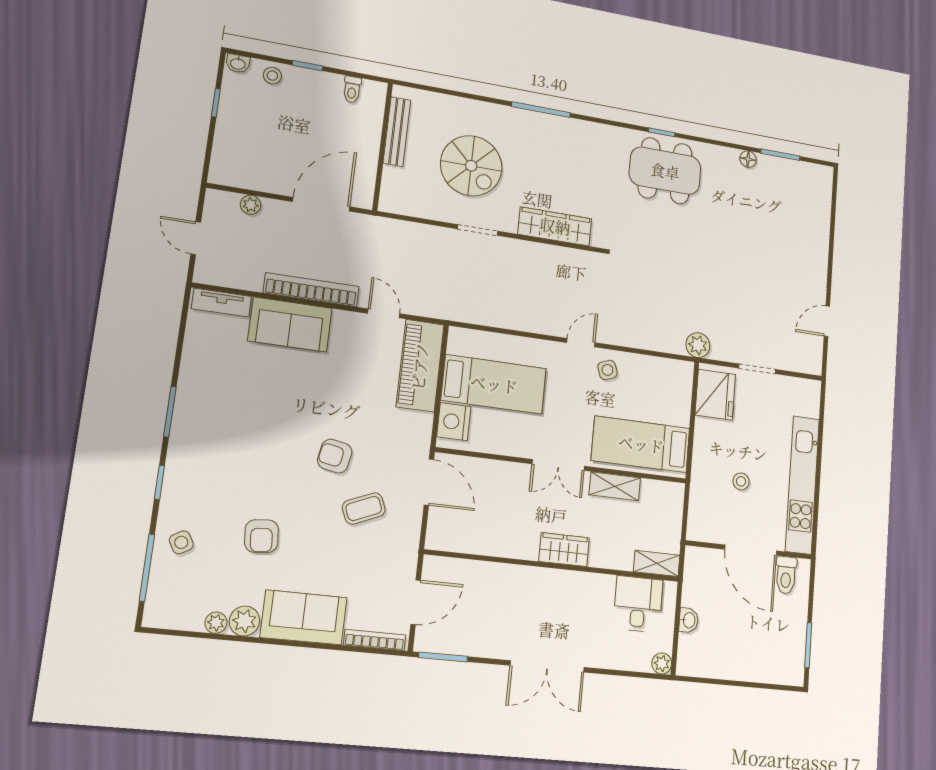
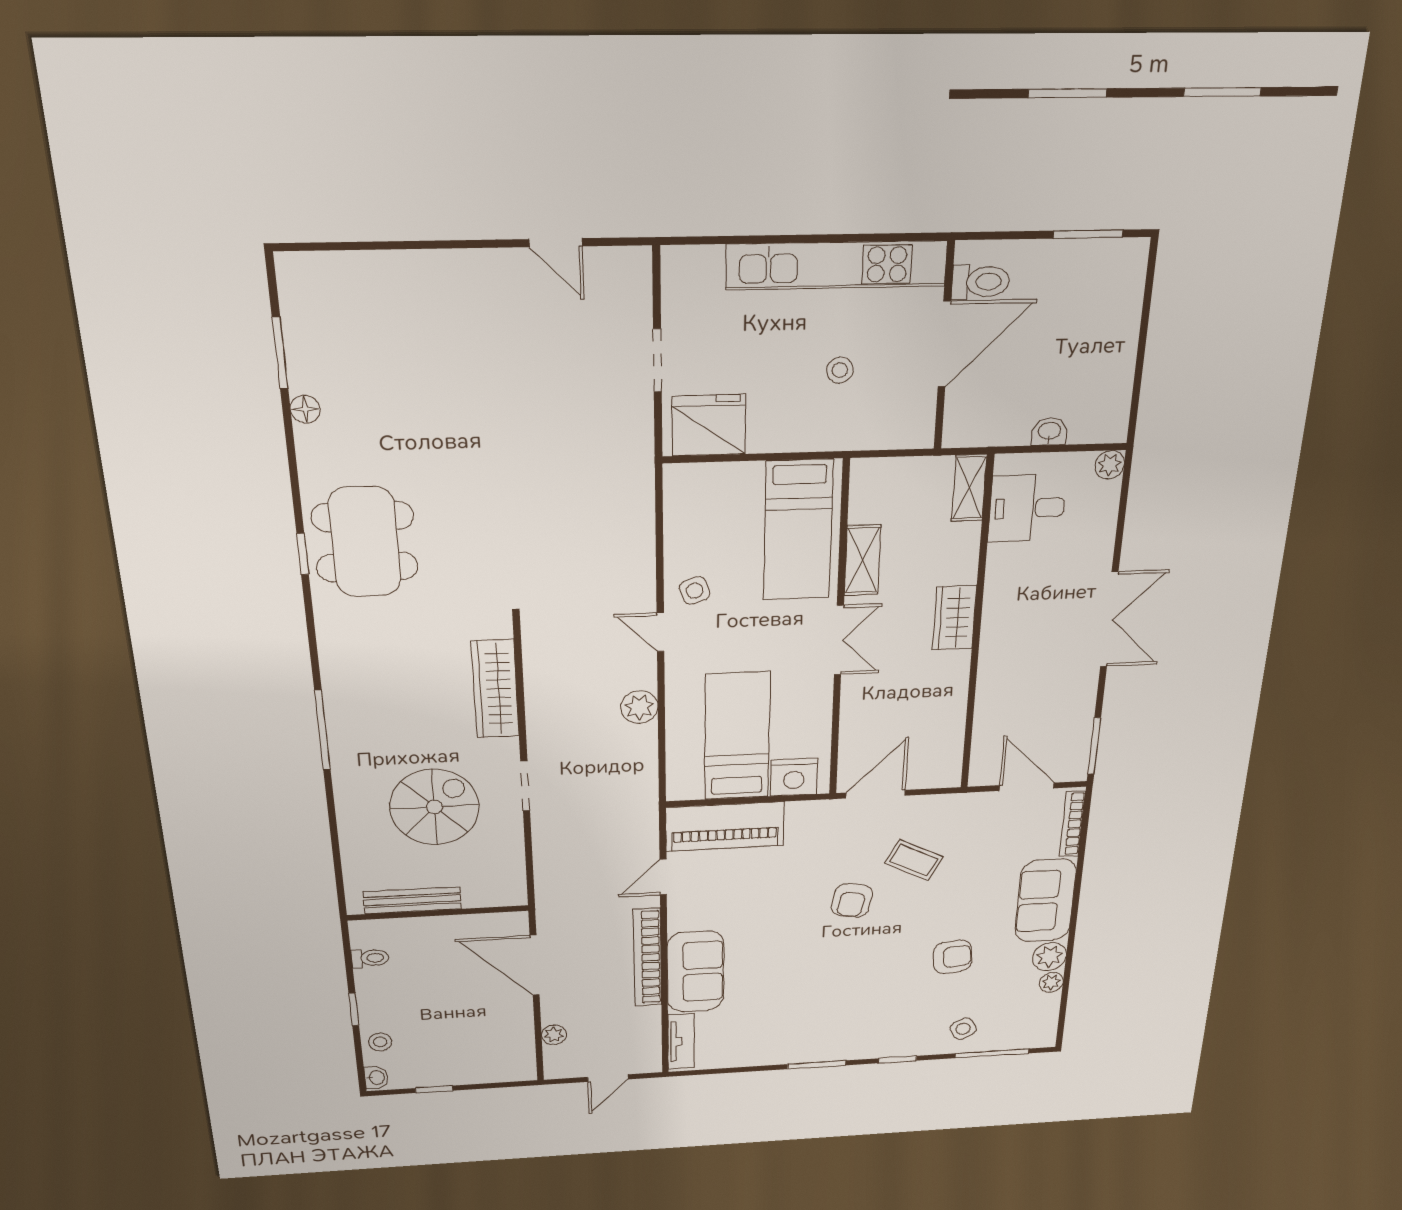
plant: (698, 345) -> (639, 707), moved
coffee table: (364, 508) -> (914, 860), turned -40

